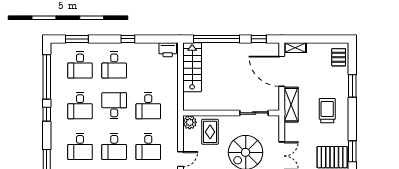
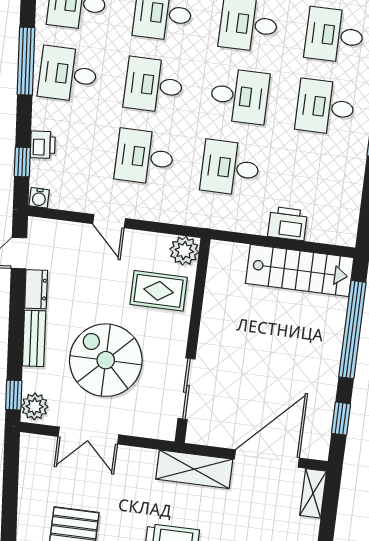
printer: (168, 50) -> (288, 224), moved, turned 90

